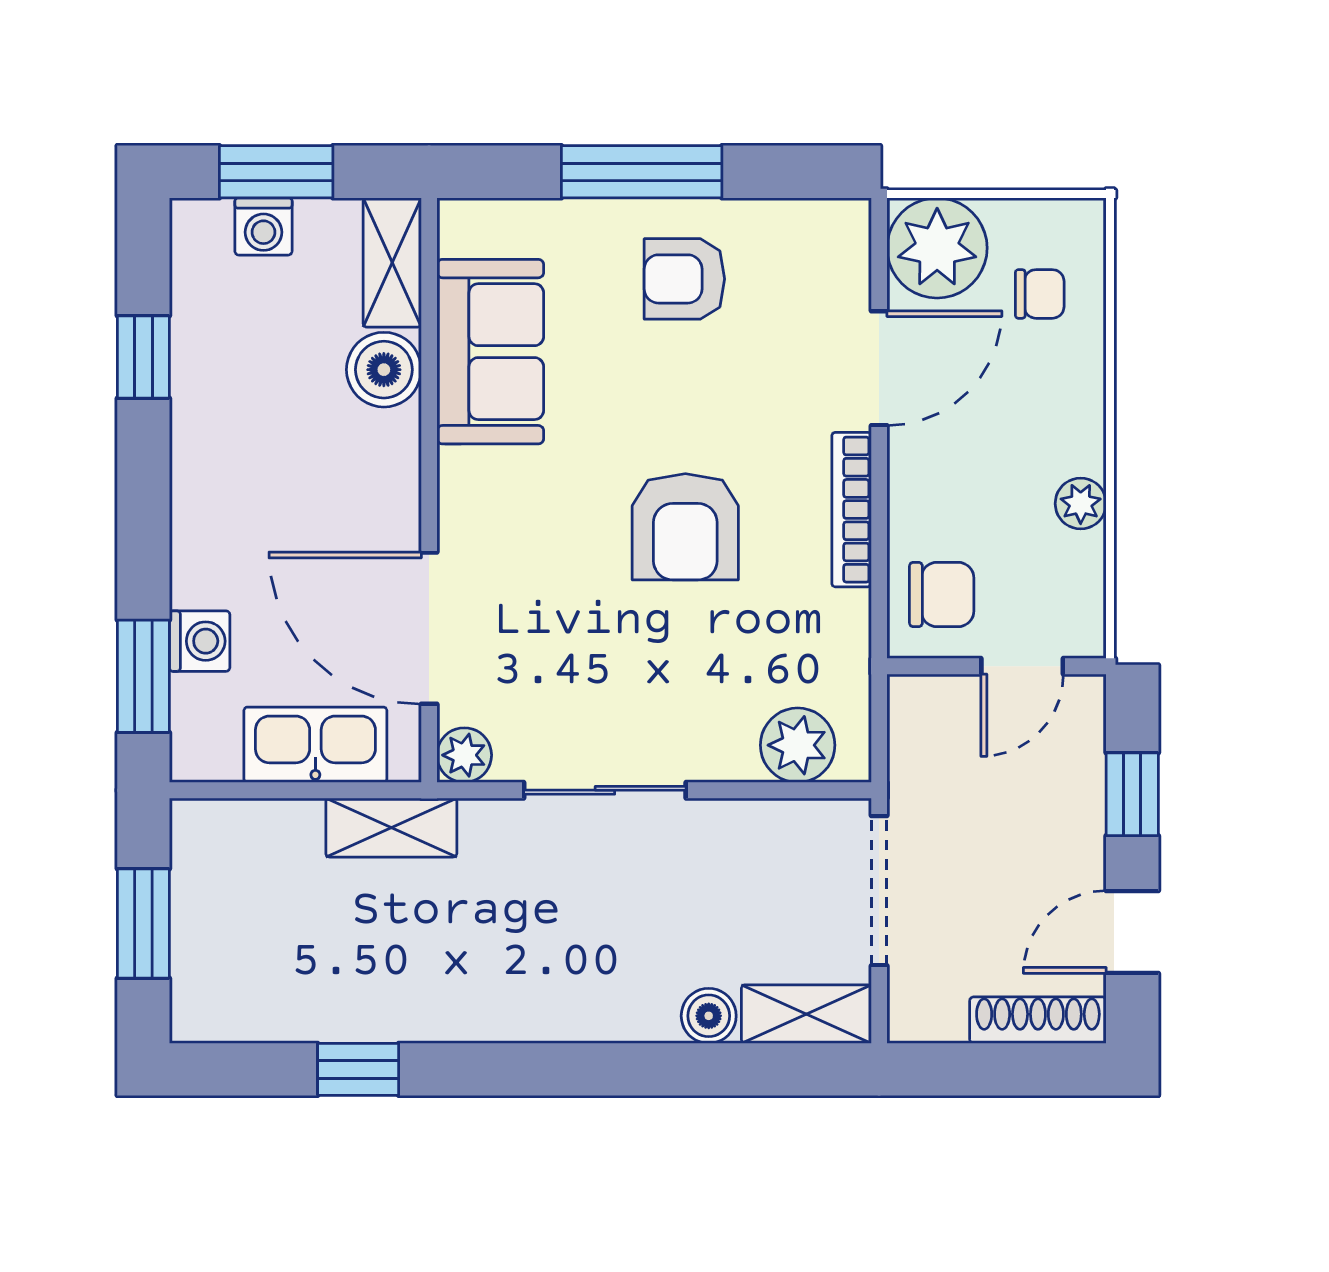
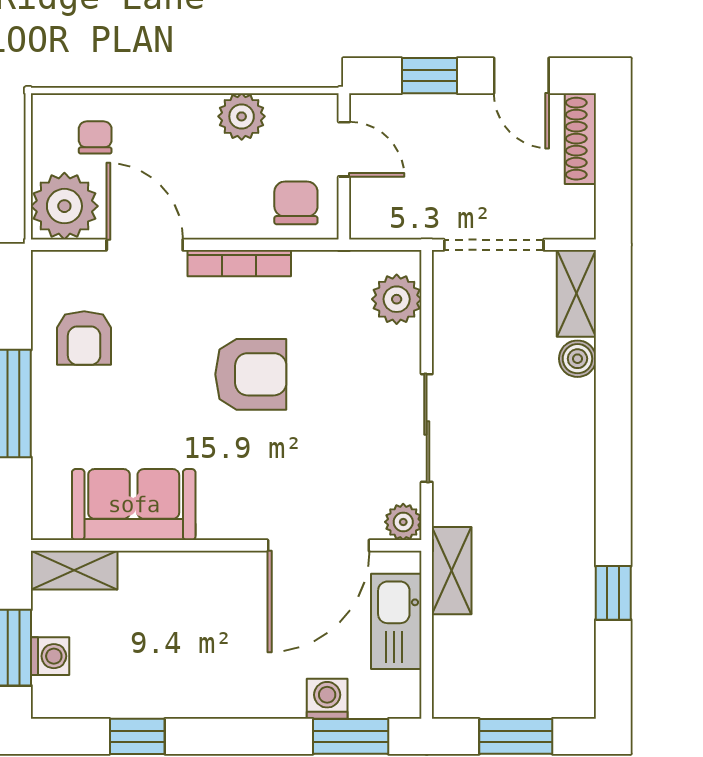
armchair: (684, 279) -> (84, 338), moved
boiler: (384, 370) -> (146, 576), removed
plant: (1081, 504) -> (242, 116), width x1.38, depth x1.38

